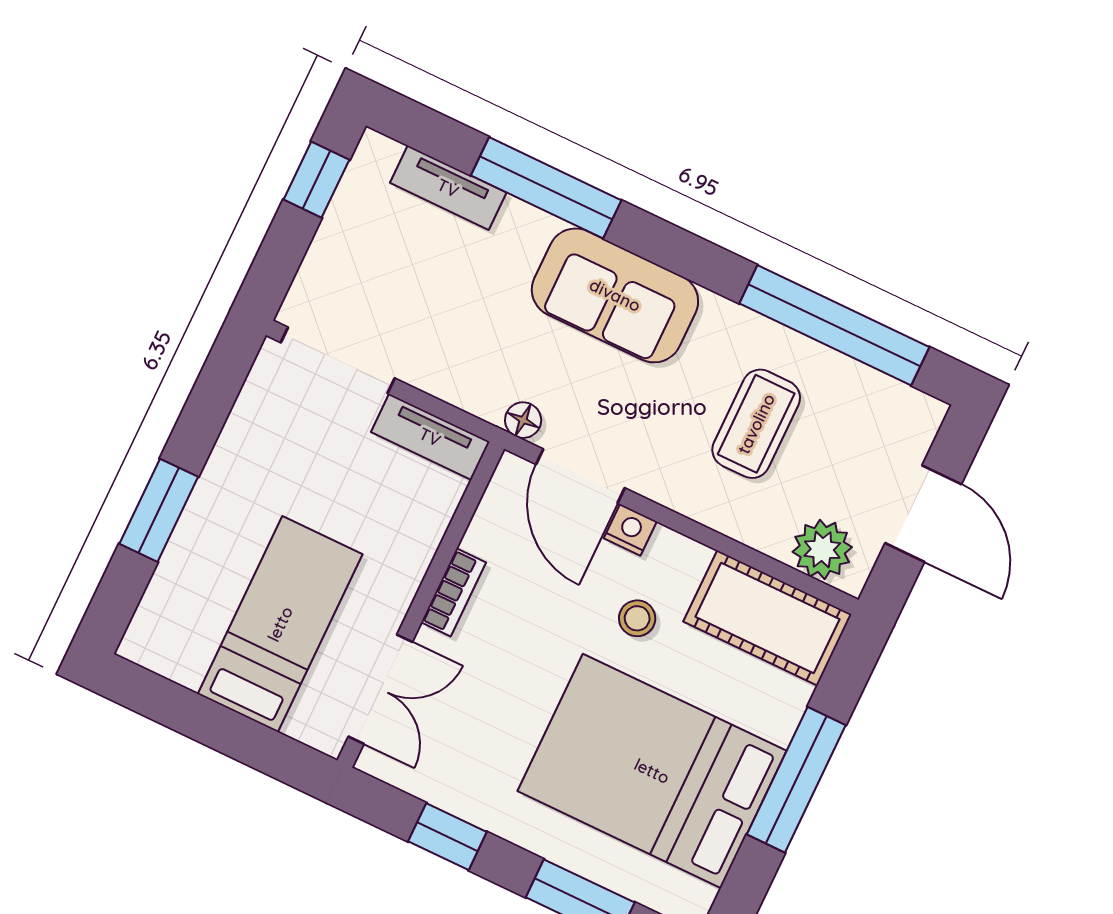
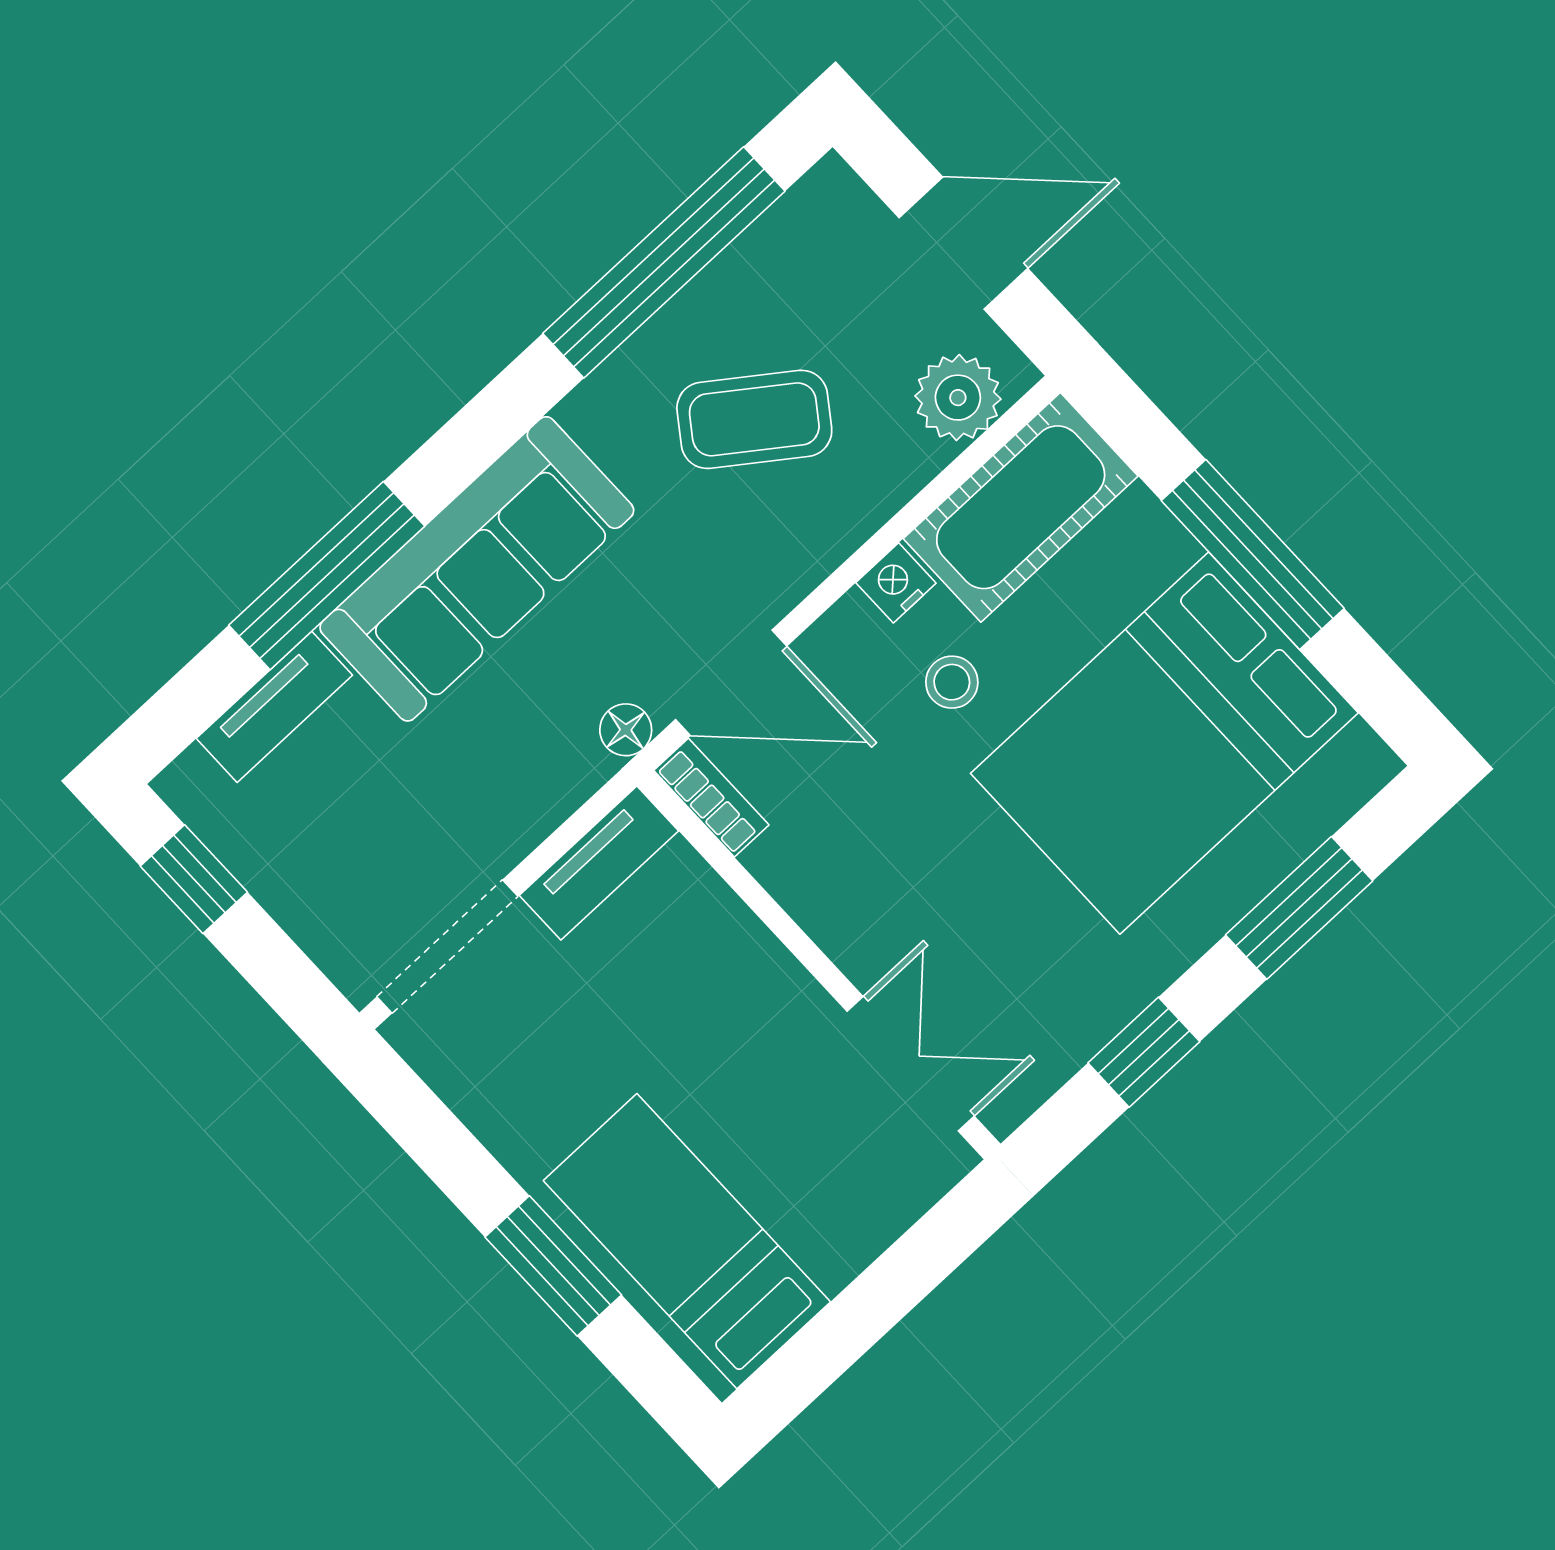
sofa: (615, 295) -> (477, 569), width x1.36
coffee table: (756, 424) -> (754, 419), turned -54
nightstand: (630, 530) -> (896, 583), moved
bookcase: (454, 592) -> (711, 798), moved
bed: (280, 624) -> (687, 1241), moved

